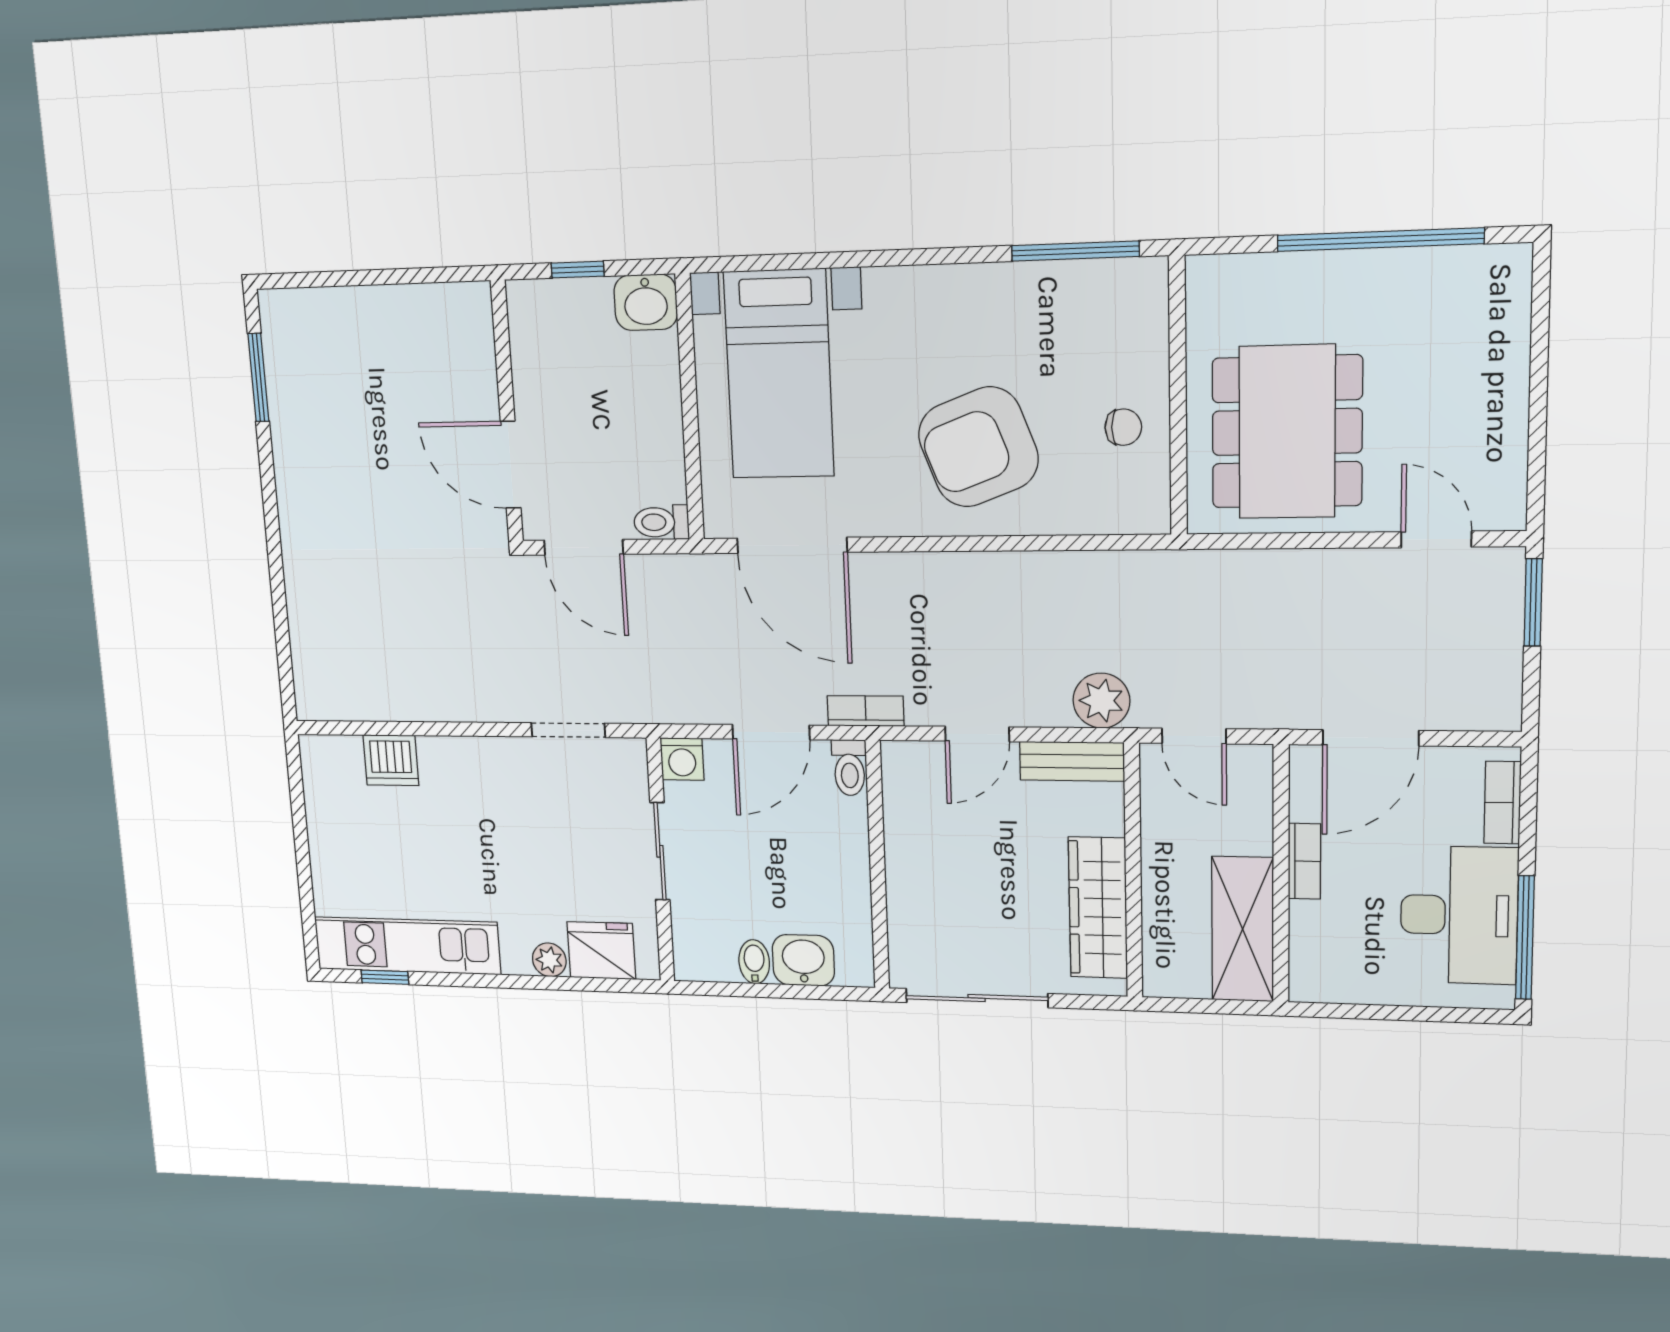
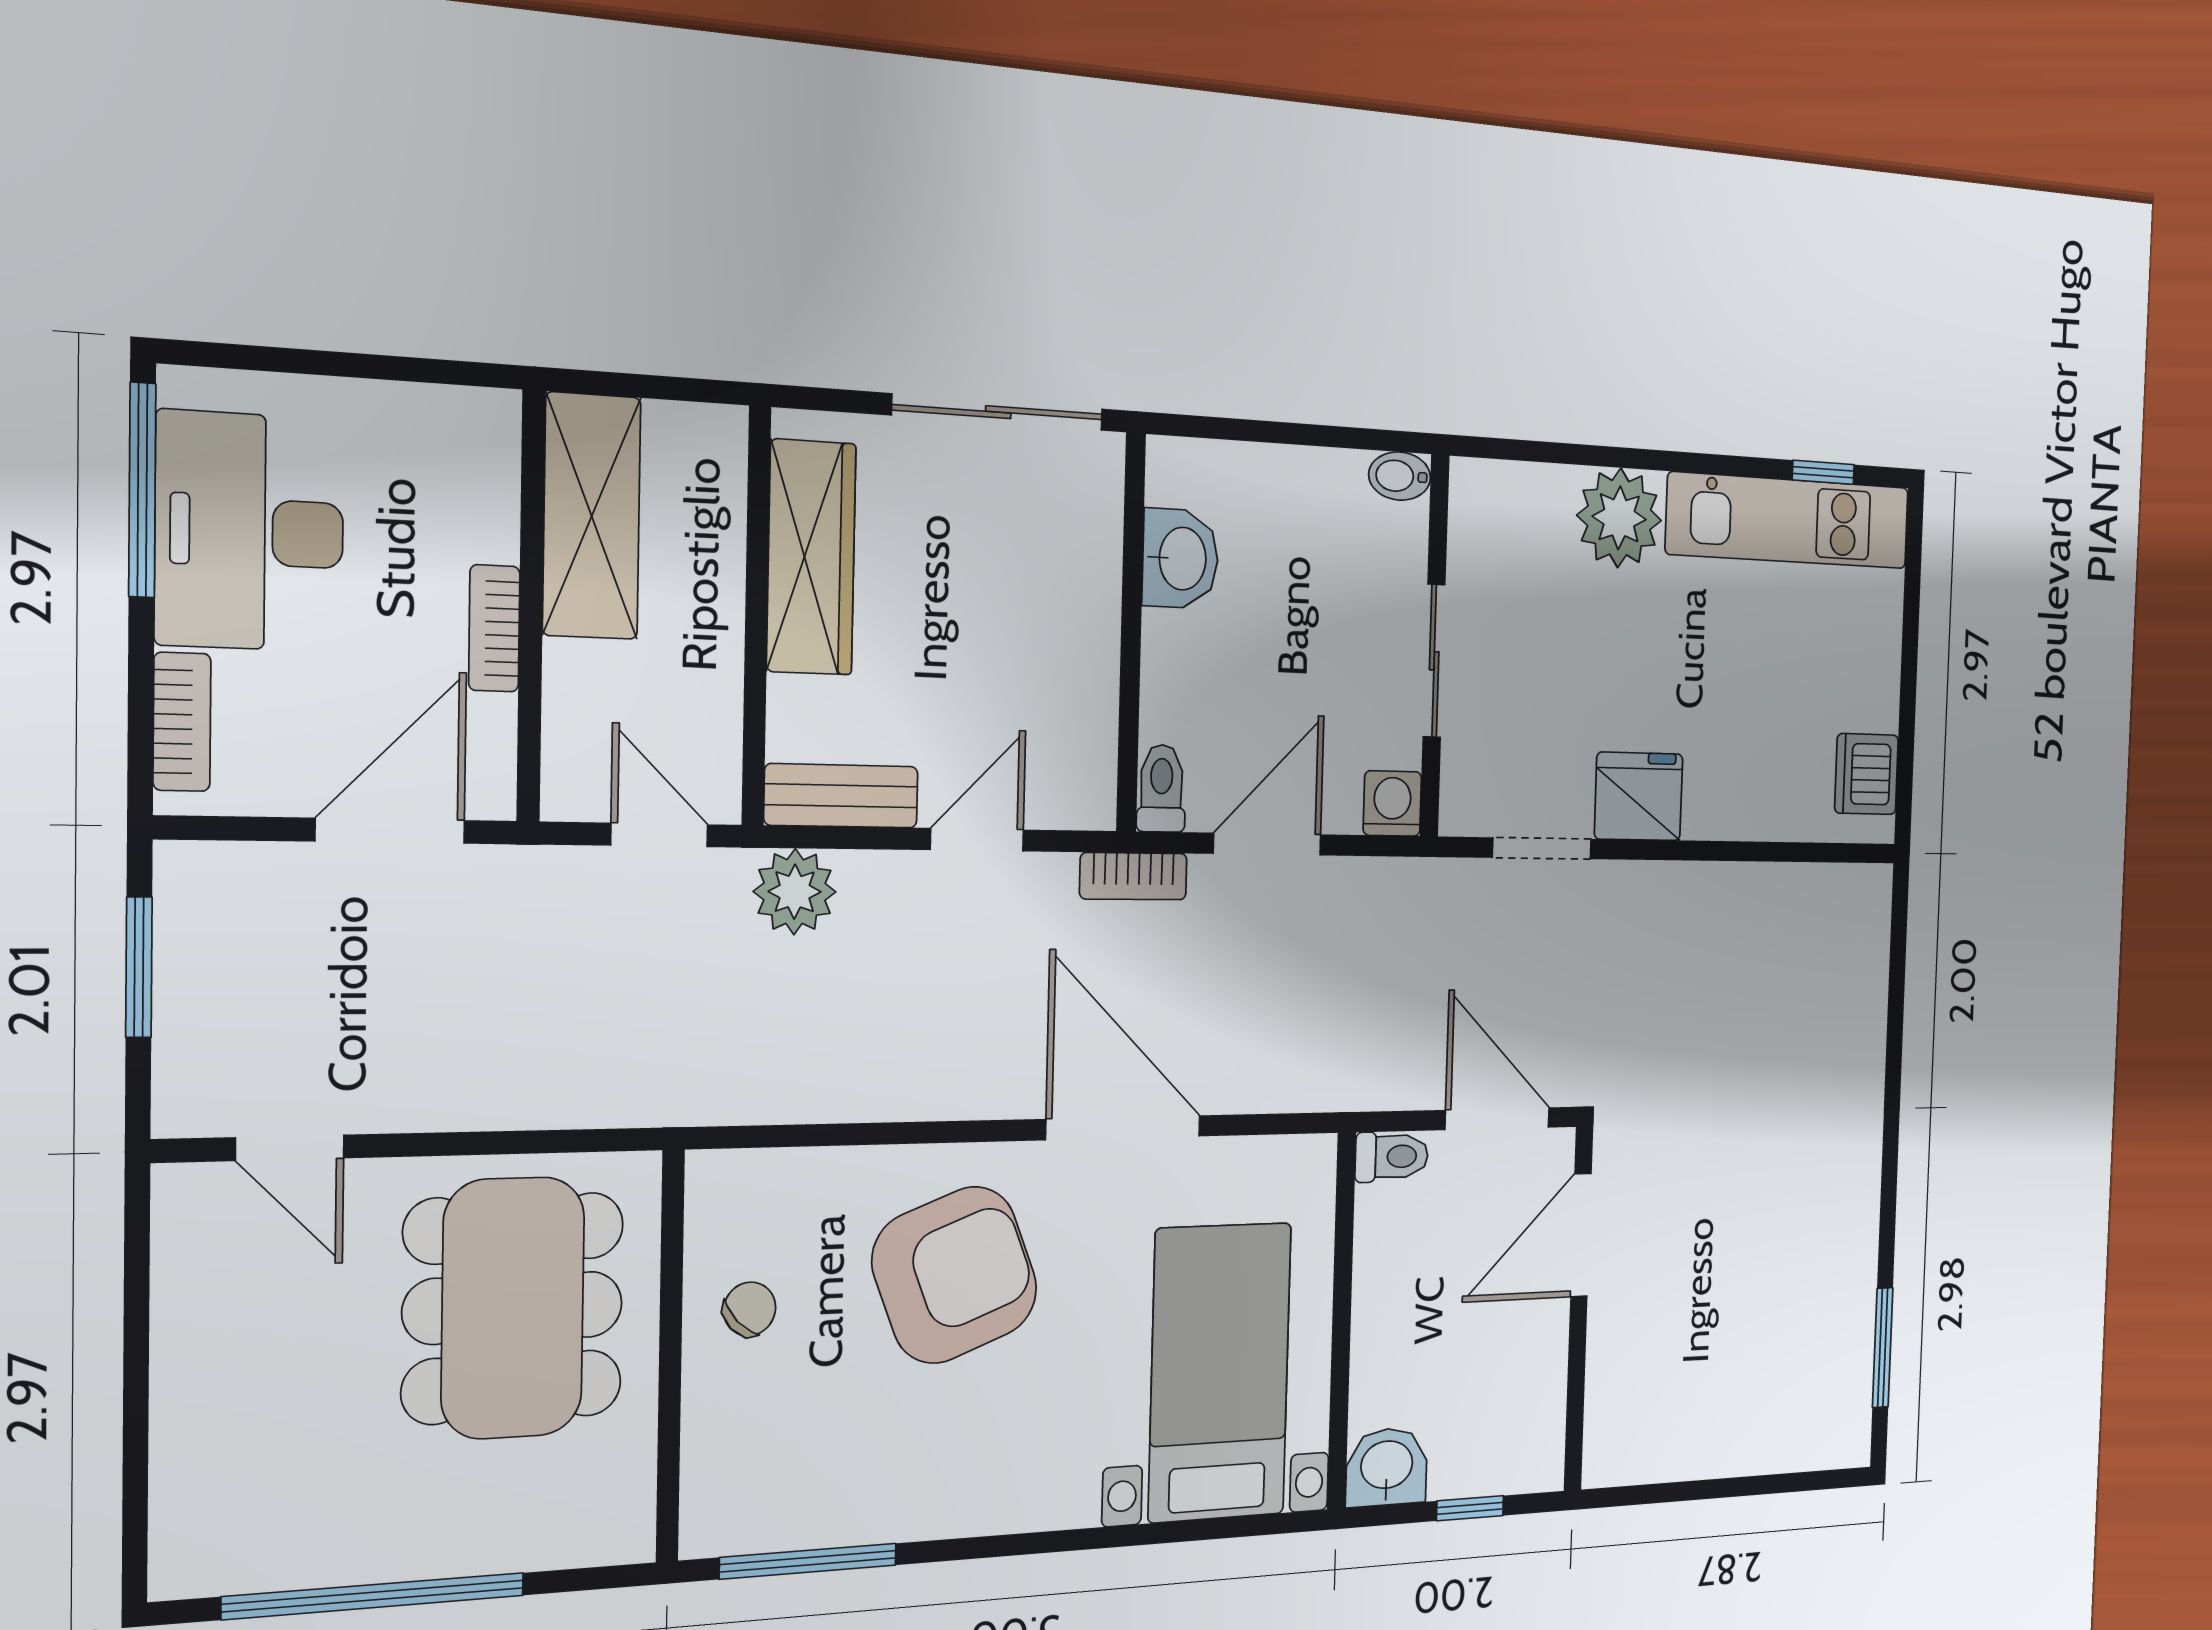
chair: (1123, 427) -> (750, 1309), turned 136
door: (511, 465) -> (1581, 1235), swing flipped
door: (792, 545) -> (1123, 1128), moved
window: (1533, 602) -> (139, 967), moved
dishwasher: (391, 760) -> (1867, 774), moved, turned -90
fridge: (601, 951) -> (1639, 796), moved, turned 180
plant: (549, 960) -> (1619, 518), width x1.87, depth x1.87
washbasin: (803, 960) -> (1180, 559), moved, turned -90
bidet: (754, 962) -> (1400, 476), moved, turned 90

